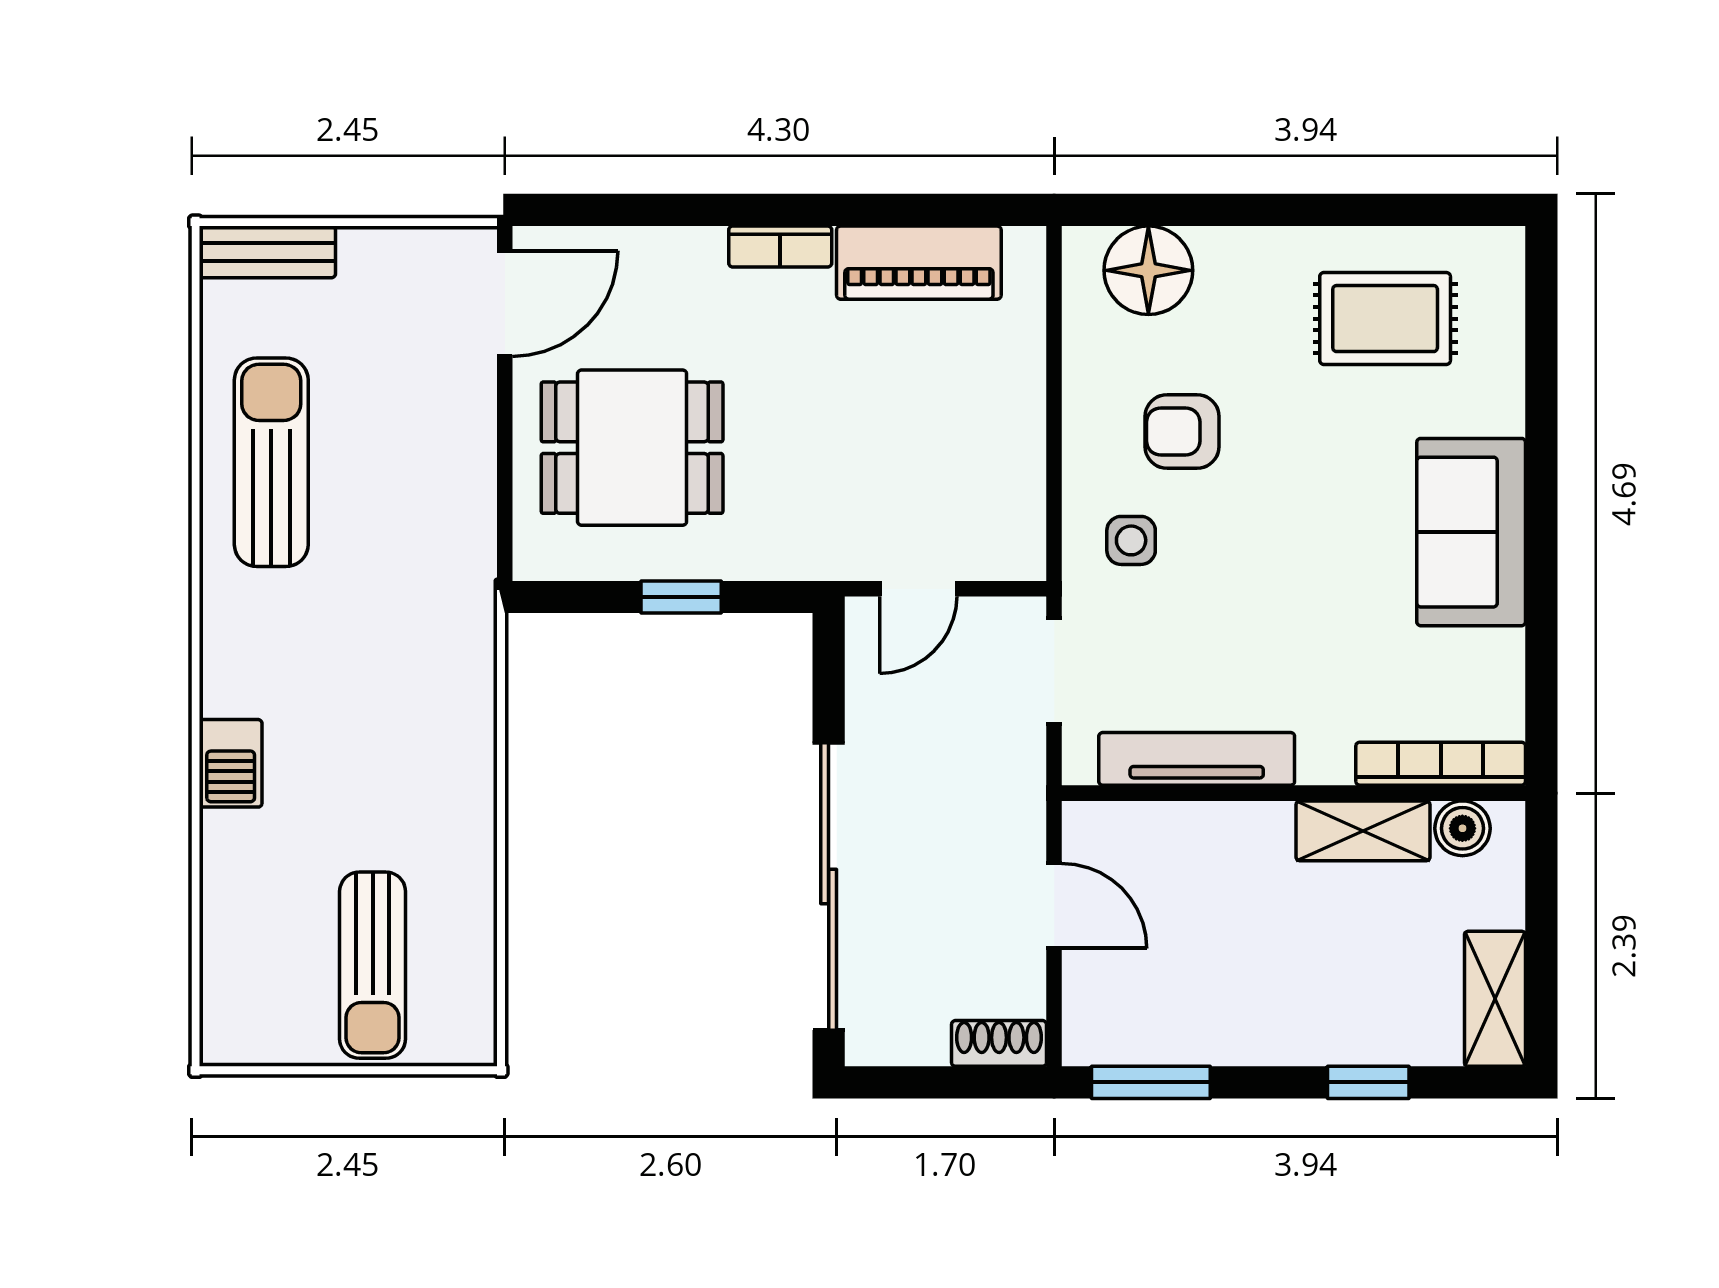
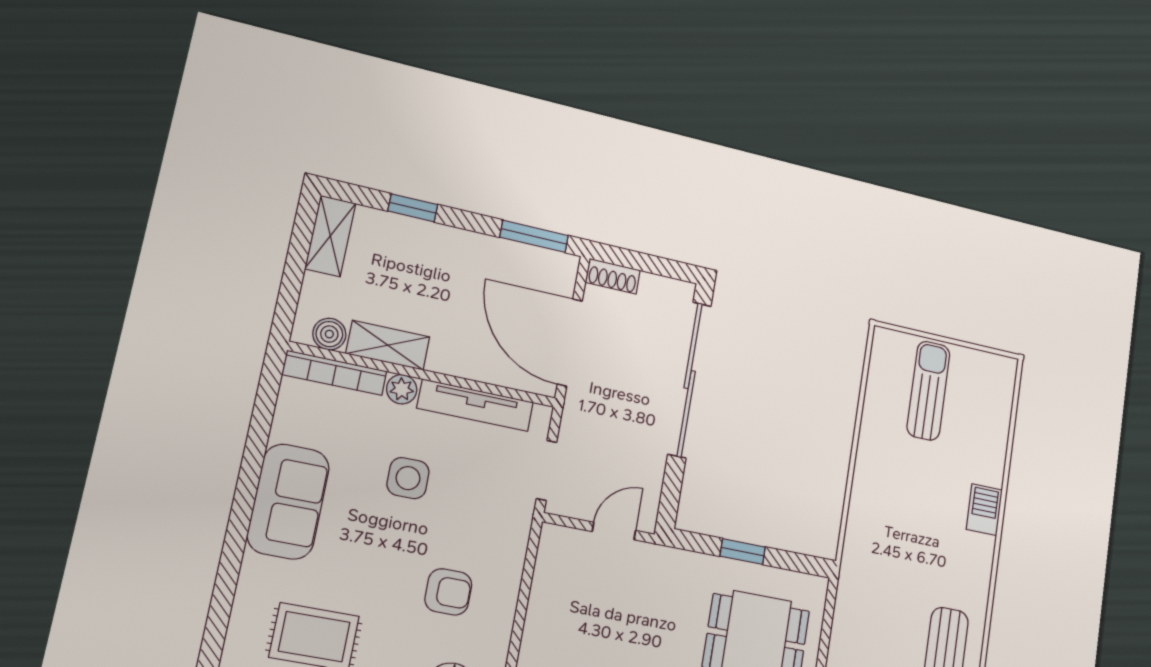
side table: (1131, 540) -> (408, 478), moved, width x1.37, depth x1.37
plant: (1325, 760) -> (402, 389), added
door: (1054, 906) -> (570, 342), width x1.88

